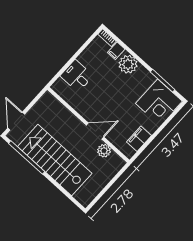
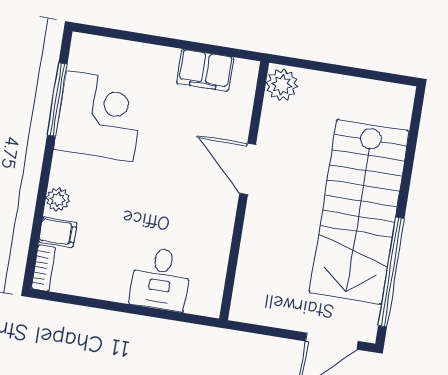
plant: (128, 64) -> (58, 199), width x0.53, depth x0.53
corner desk: (159, 102) -> (100, 116), moved
plant: (104, 151) -> (282, 85), moved

